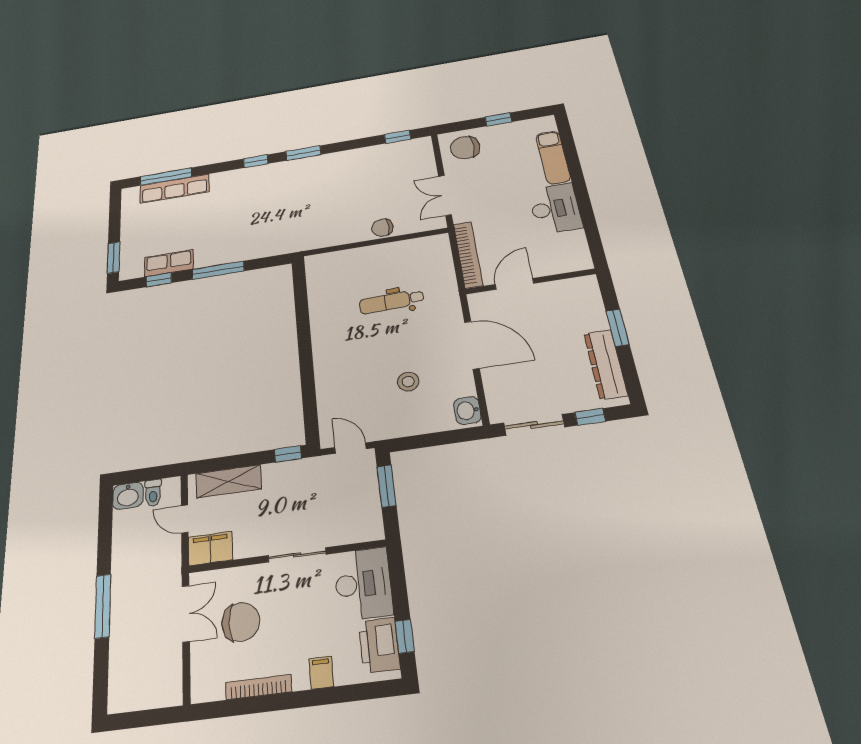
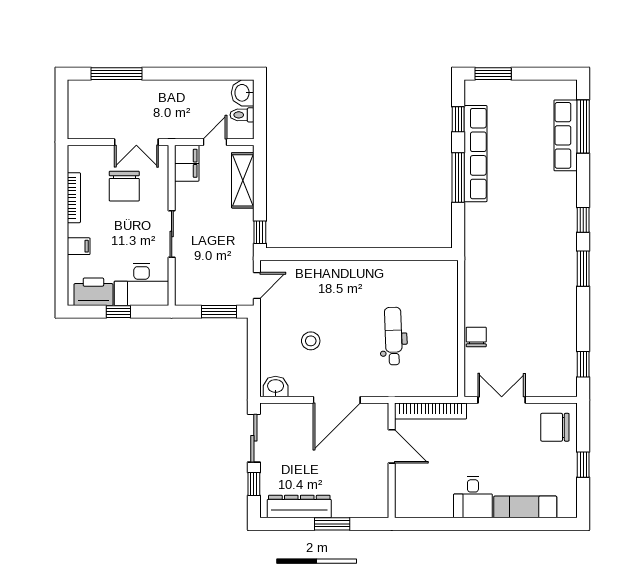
chair: (465, 148) -> (555, 427), turned -90
desk: (555, 209) -> (473, 497), width x0.73
row of seats: (169, 263) -> (476, 154), width x2.02
window: (103, 606) -> (117, 74), moved
window: (405, 636) -> (118, 312), moved

